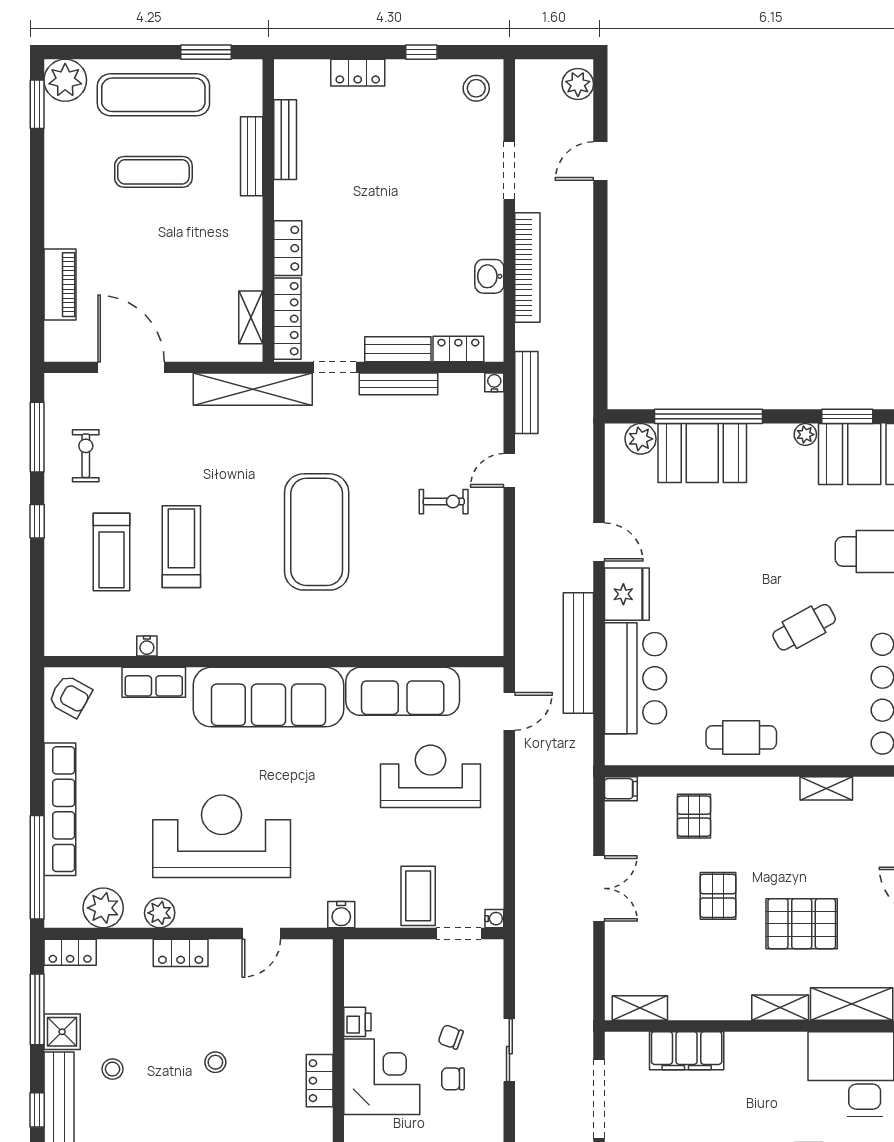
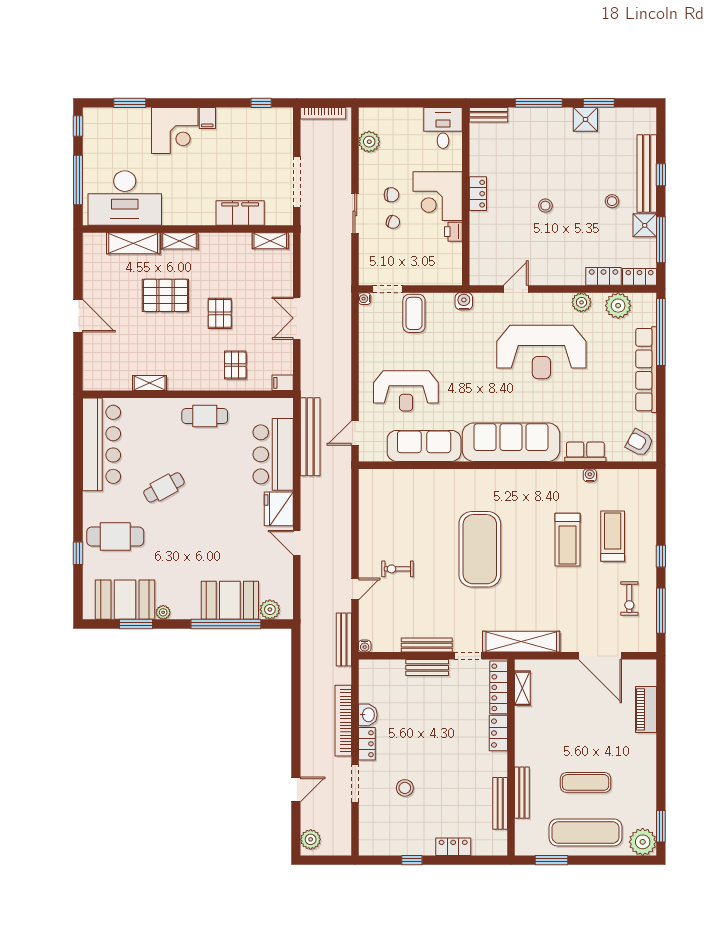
stool: (476, 88) -> (405, 788), moved
locker: (458, 349) -> (367, 744), moved, turned -90
bench: (578, 653) -> (310, 437), moved
locker: (181, 953) -> (604, 276), moved

